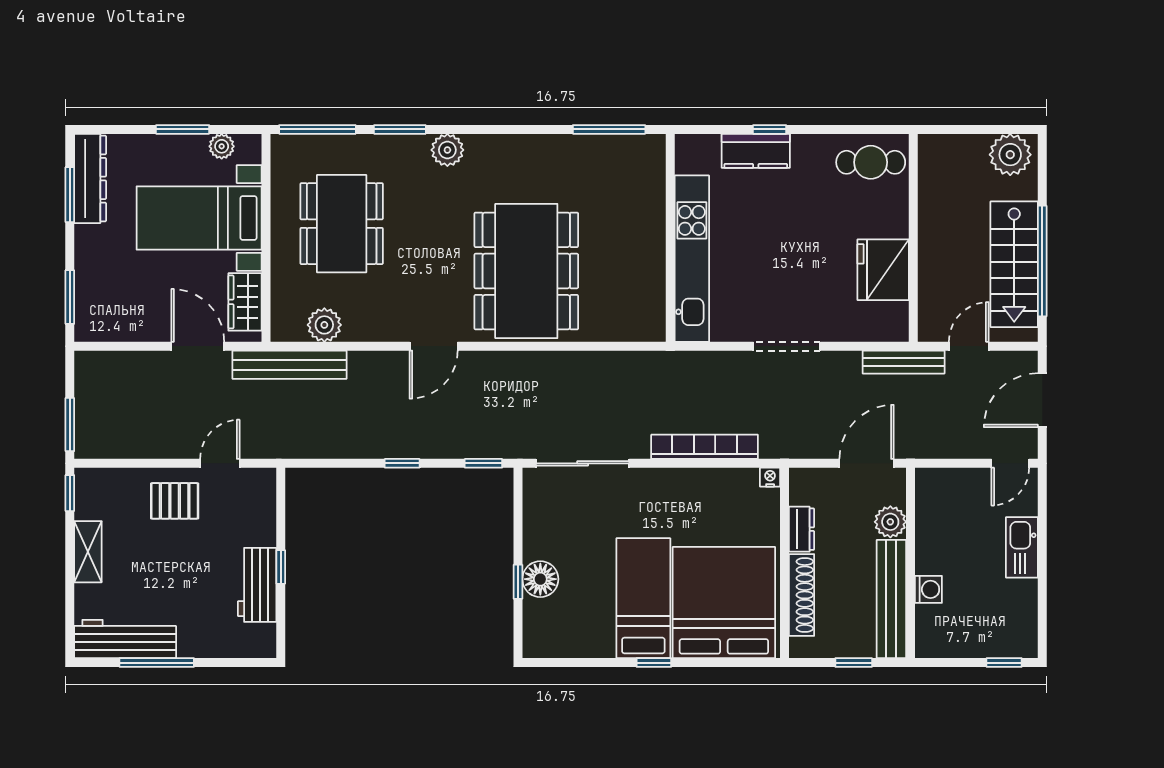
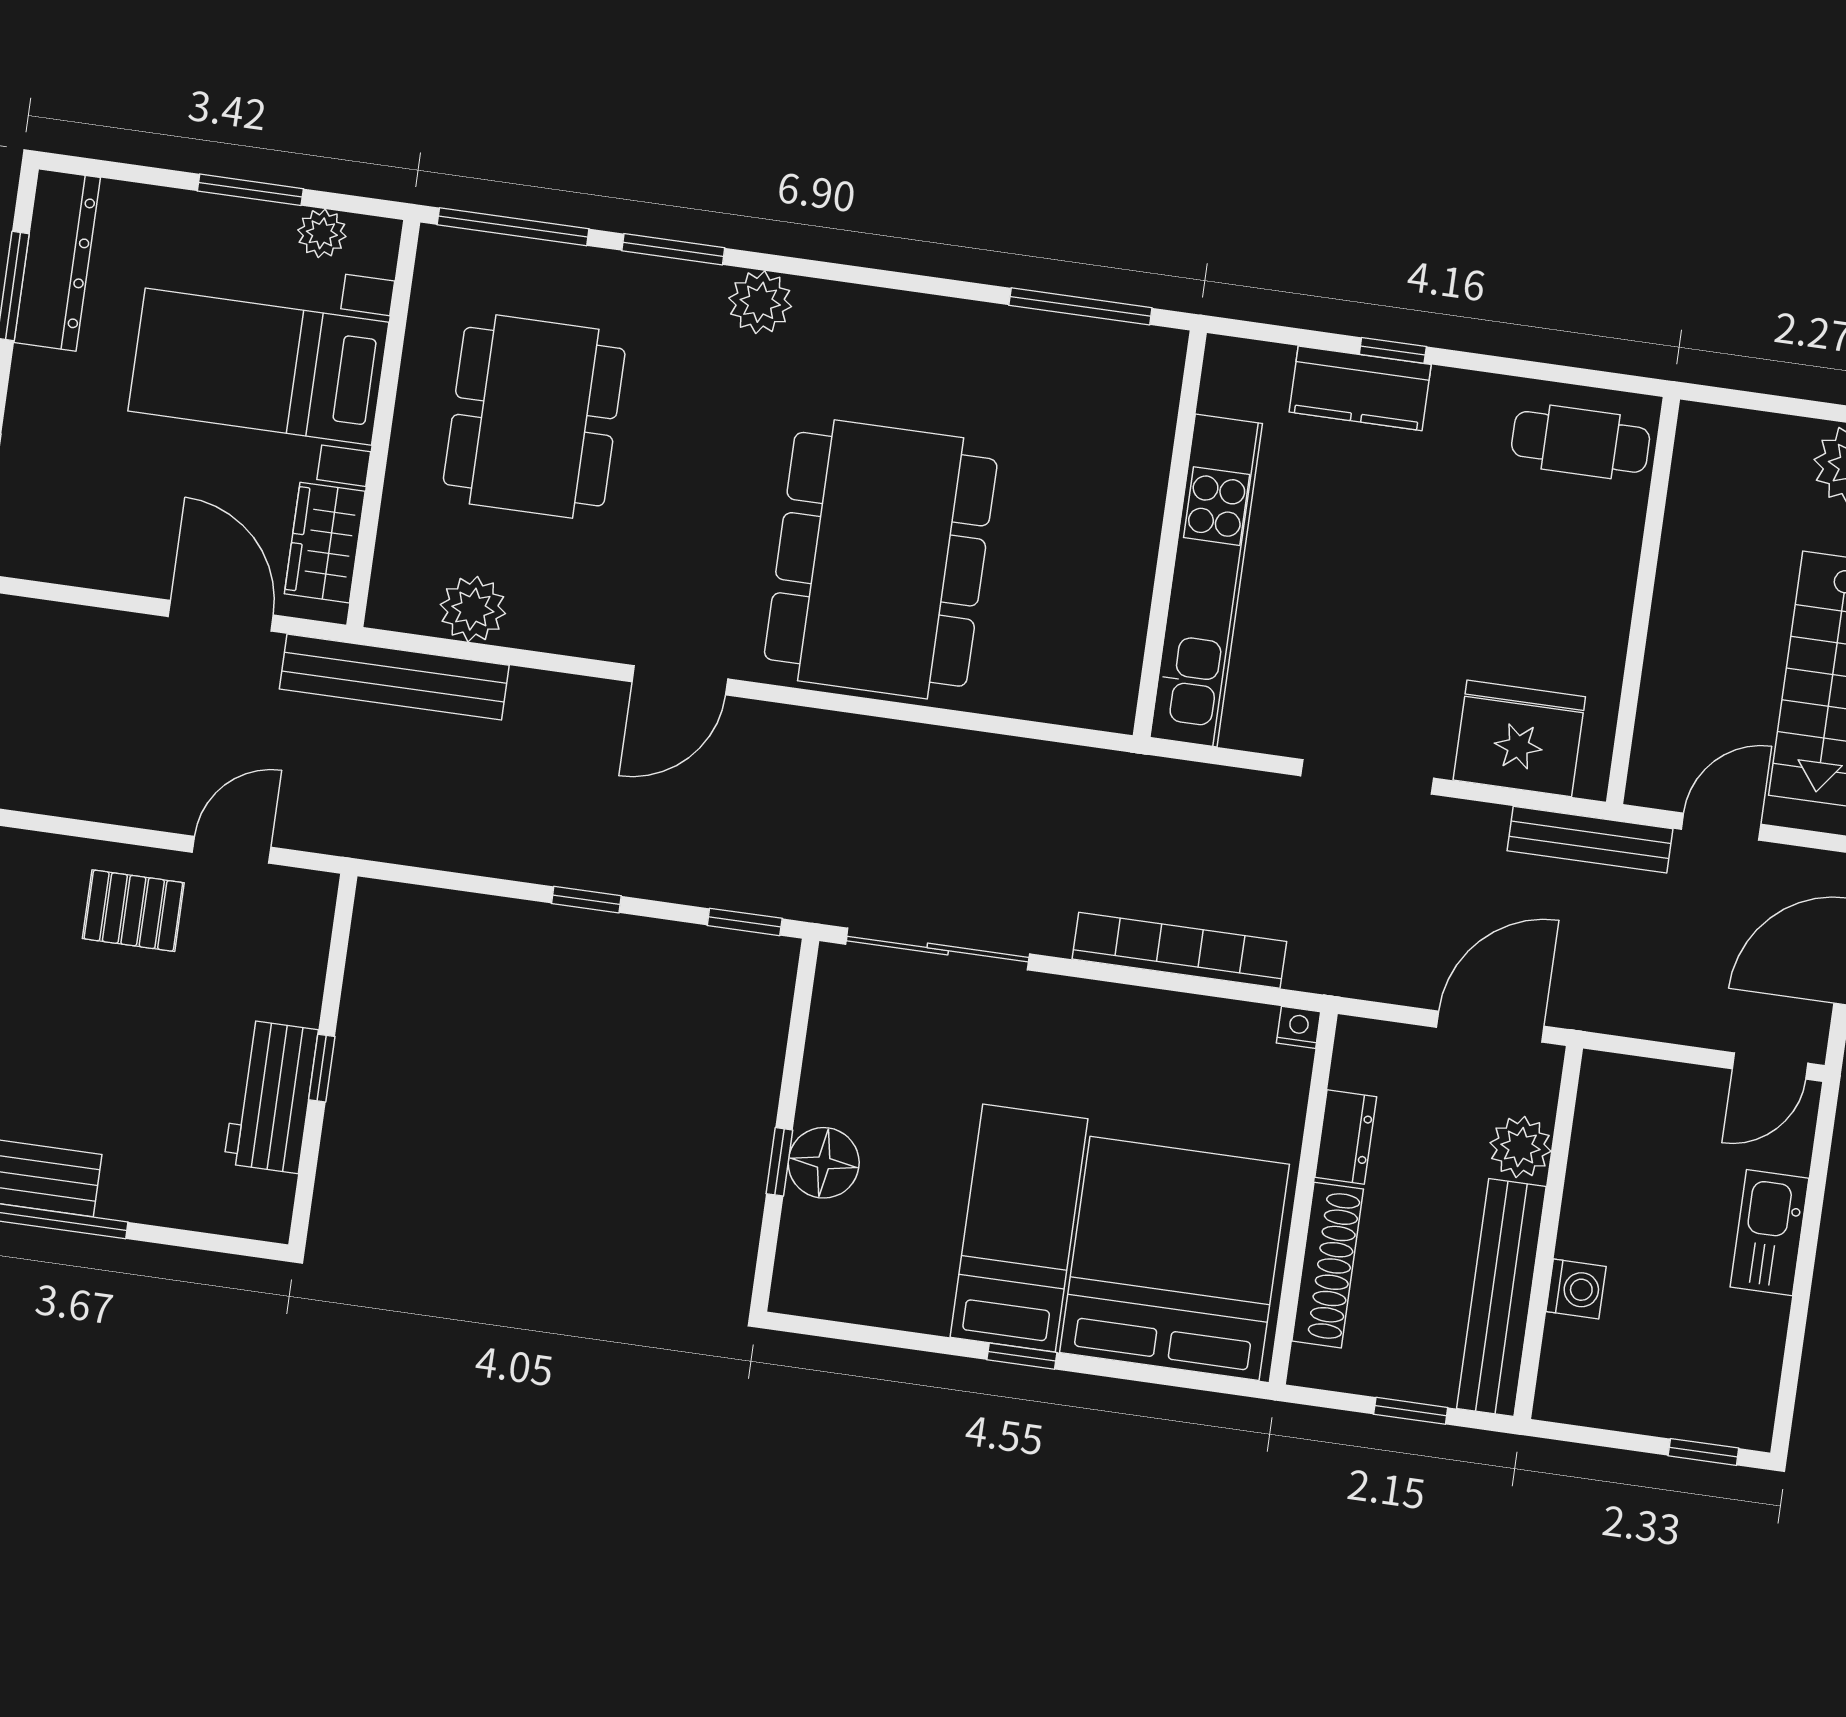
fridge: (883, 270) -> (1519, 738), moved, turned 90

